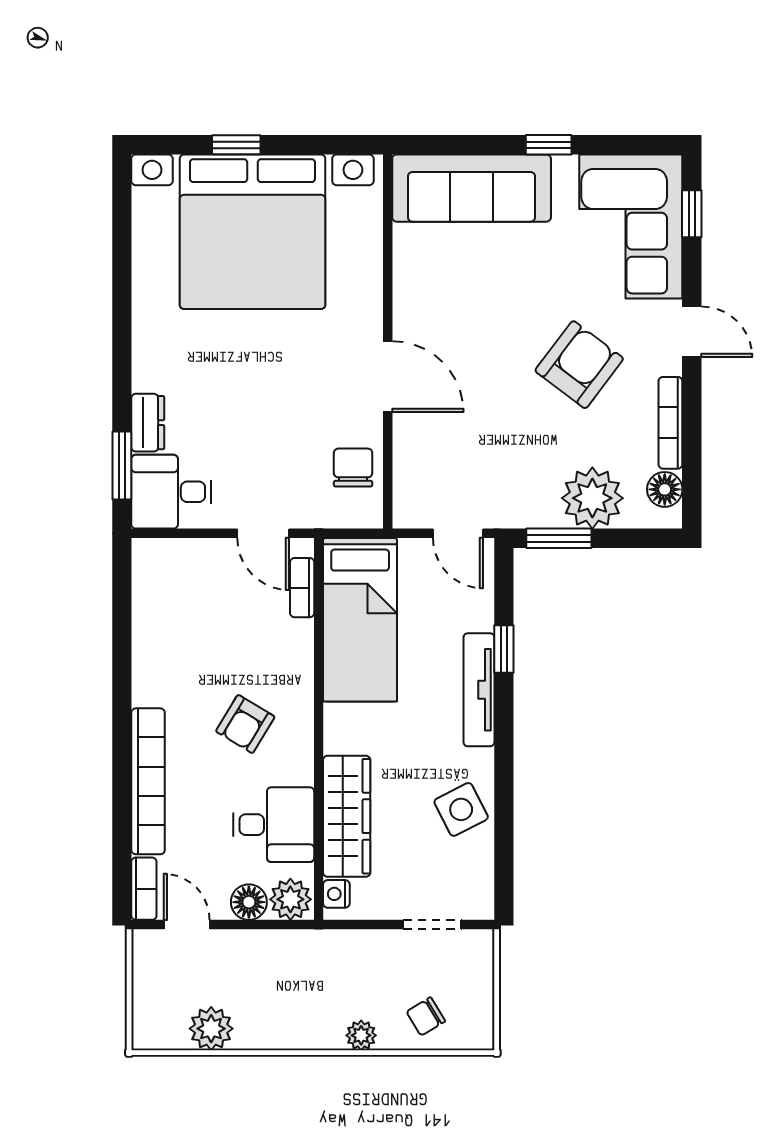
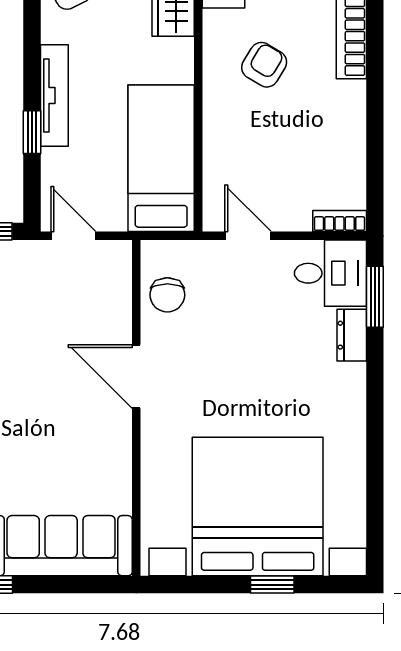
bookcase: (302, 588) -> (340, 221), moved, turned -90

